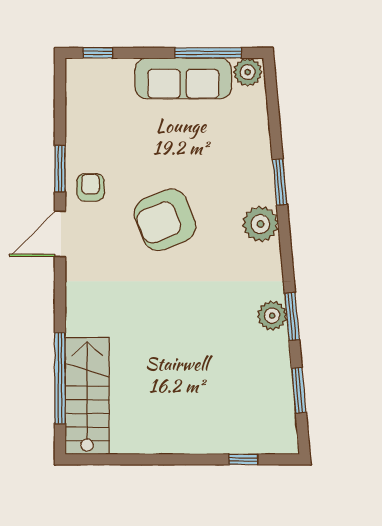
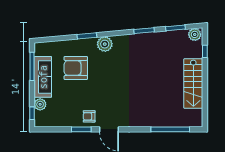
plant: (248, 72) -> (40, 104), moved
armchair: (165, 220) -> (76, 68), moved, turned 112
plant: (272, 316) -> (195, 34), moved
stairs: (87, 396) -> (193, 83), moved, turned -90

